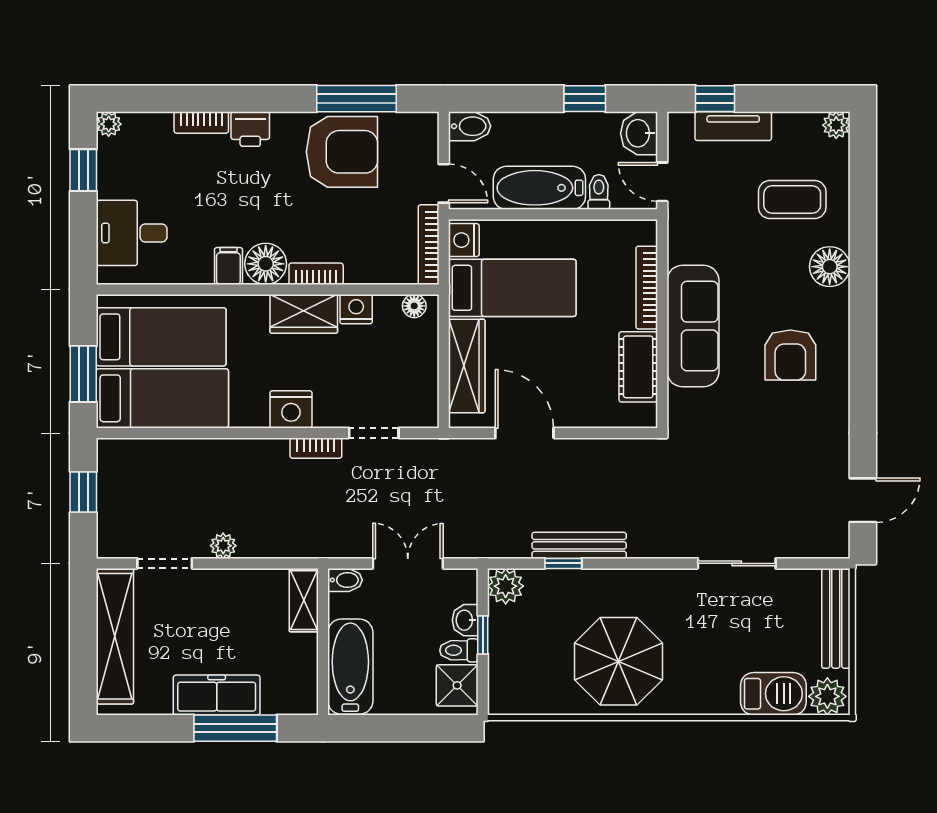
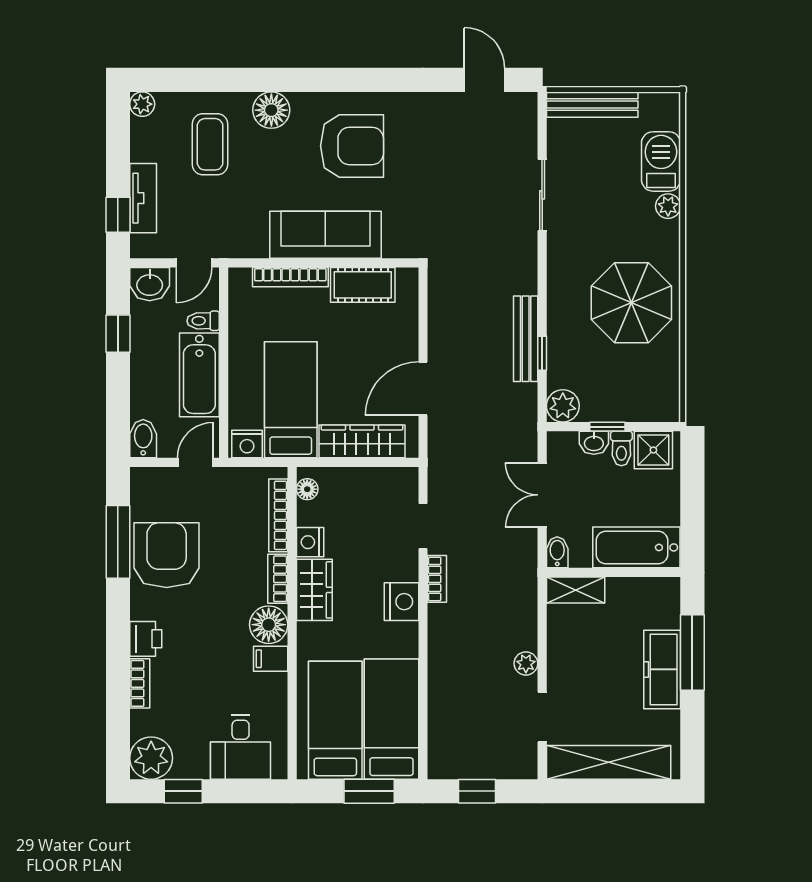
plant: (109, 124) -> (151, 758), width x1.87, depth x1.87
bookcase: (429, 245) -> (278, 515), moved, turned 90
armchair: (790, 355) -> (352, 146), width x1.36, depth x1.36
plant: (827, 696) -> (668, 206), moved, width x0.73, depth x0.73

